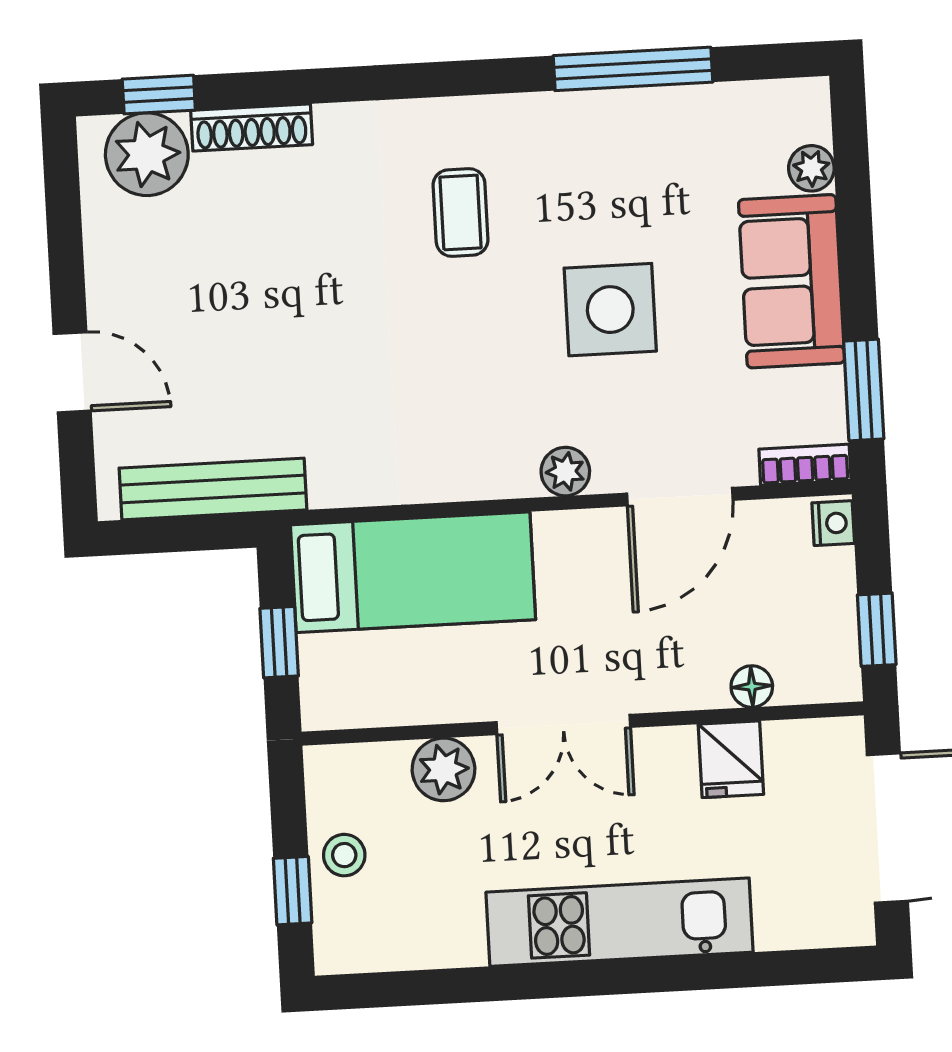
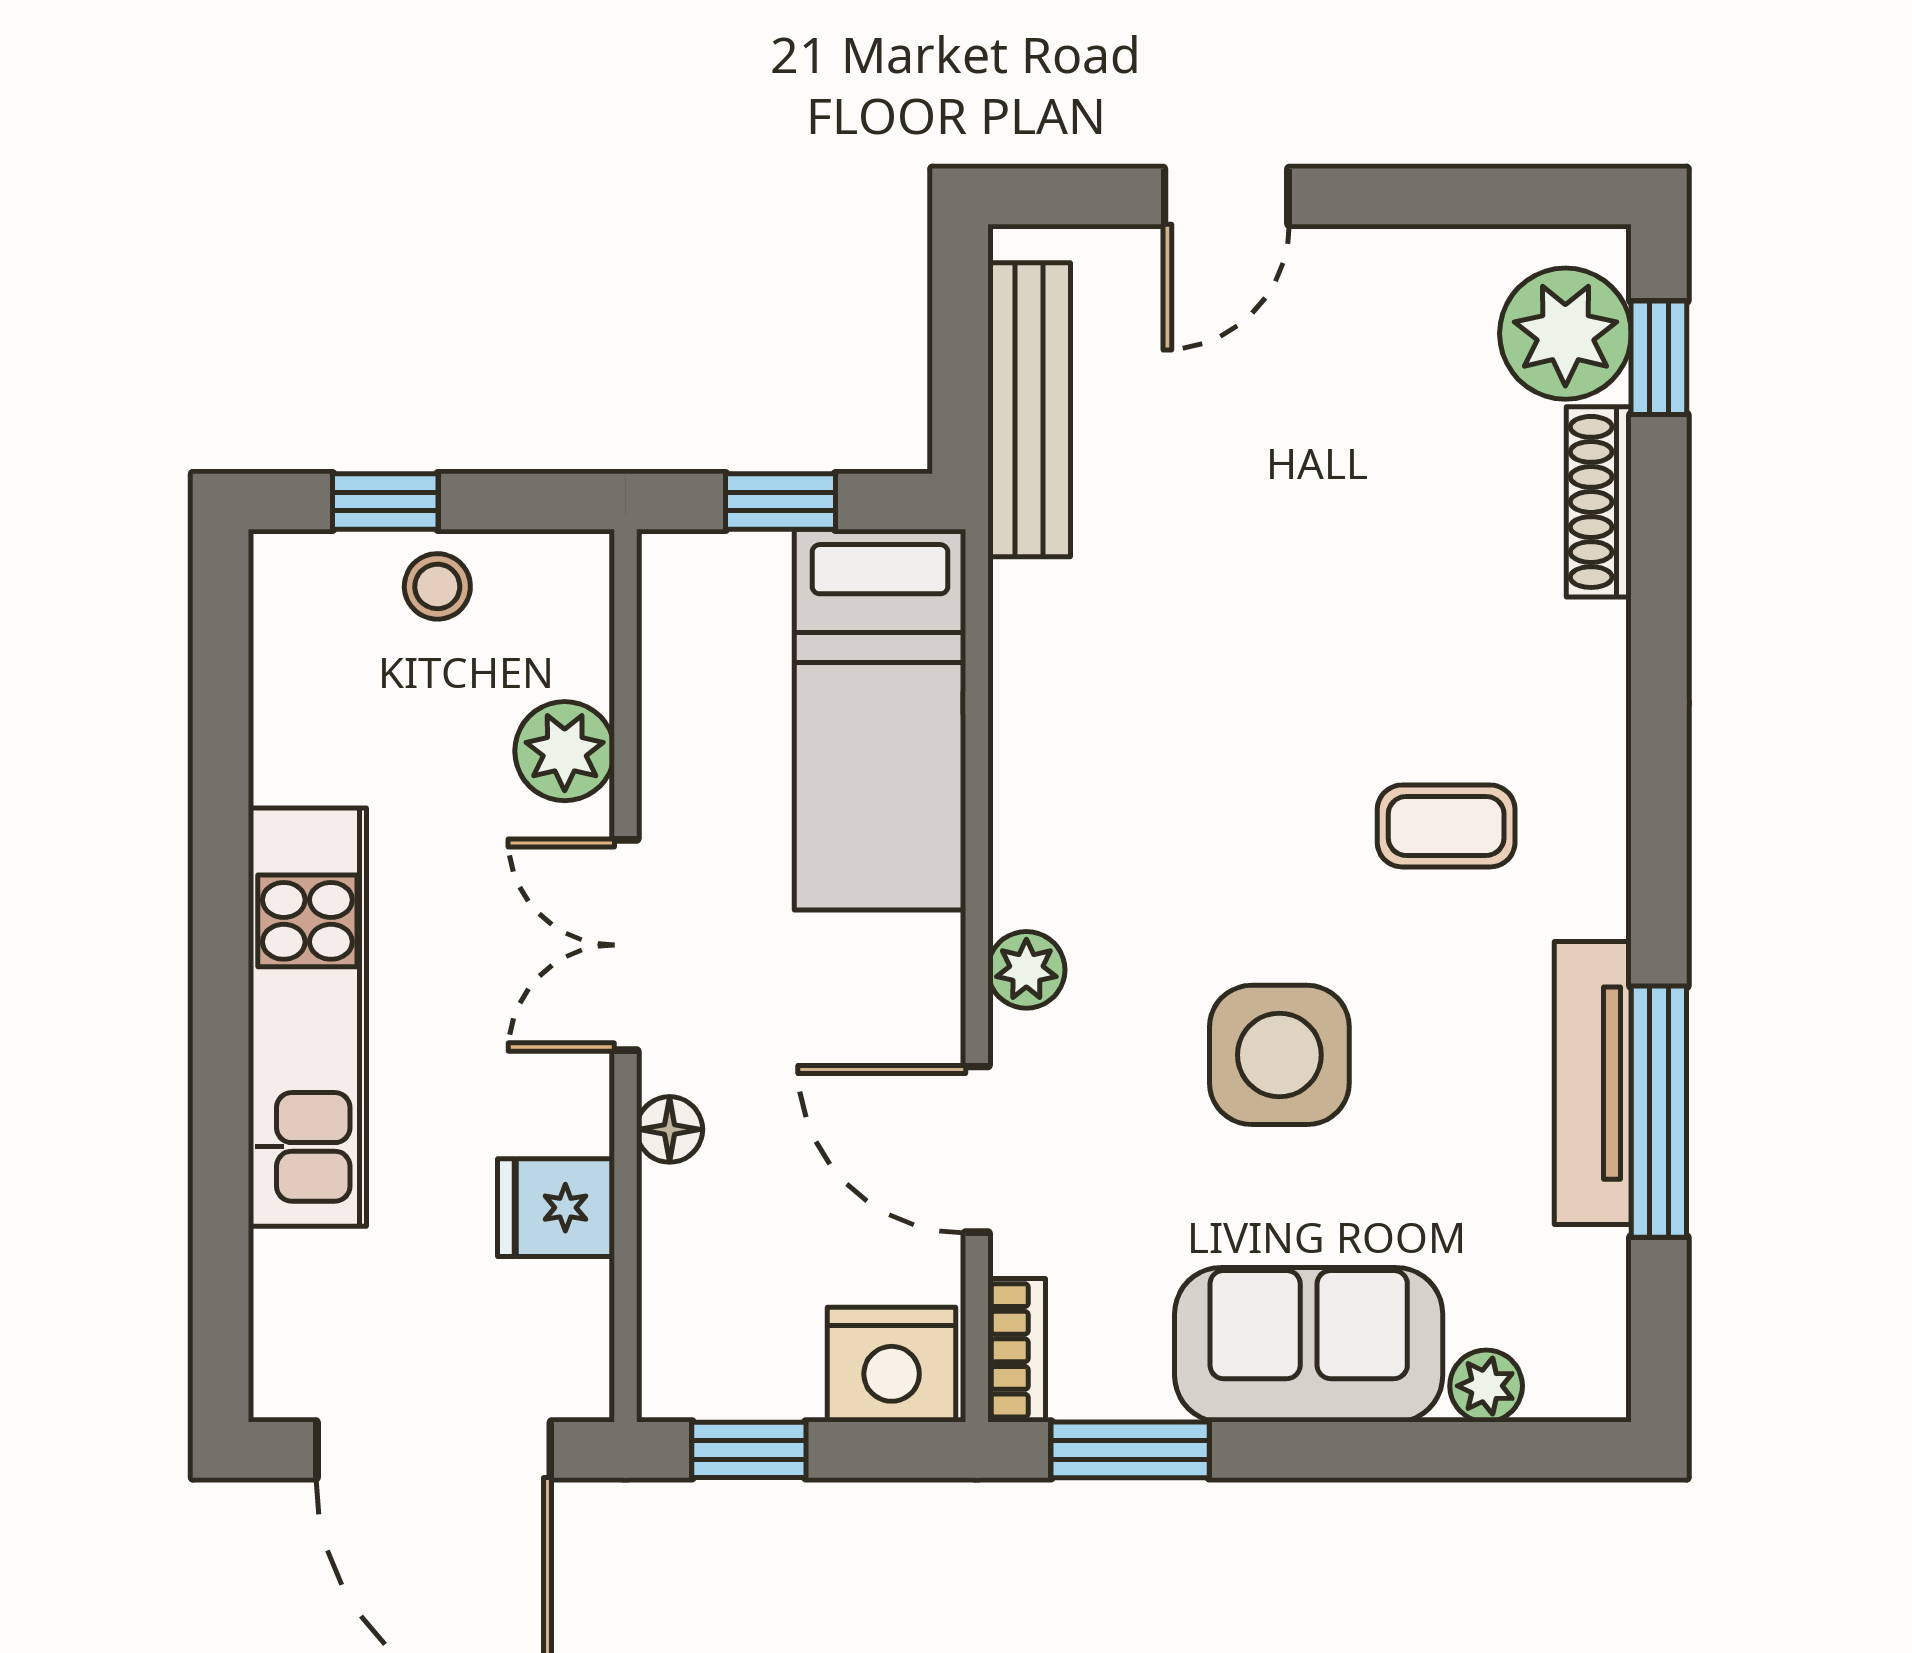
tv unit: (617, 111) -> (1593, 1083), added
nightstand: (833, 523) -> (892, 1365), width x1.89, depth x1.79
floor lamp: (752, 687) -> (670, 1129), moved

